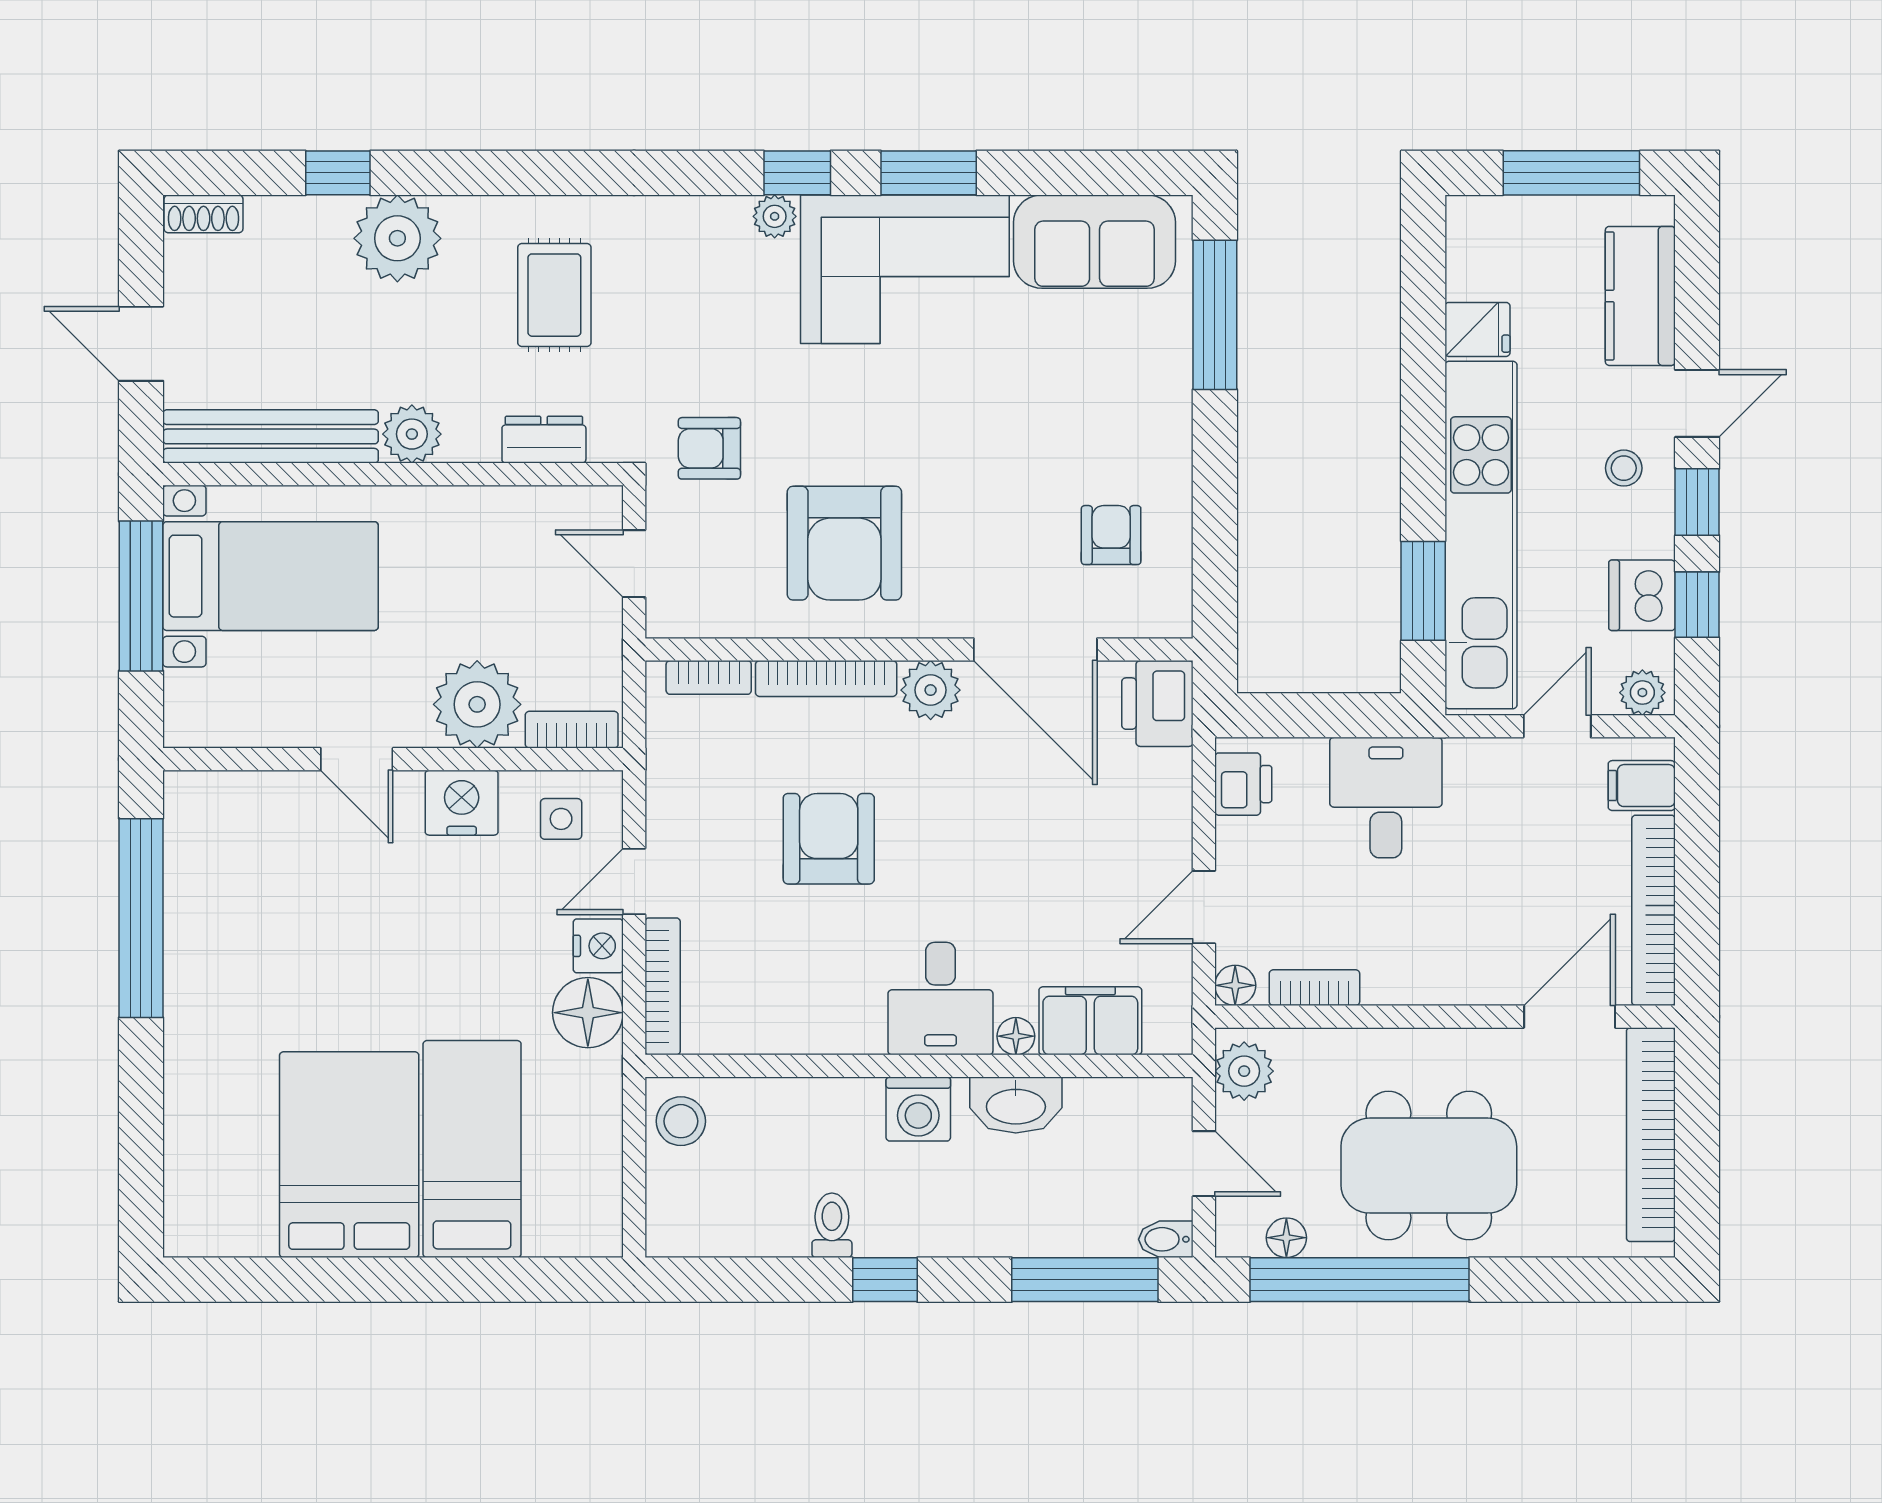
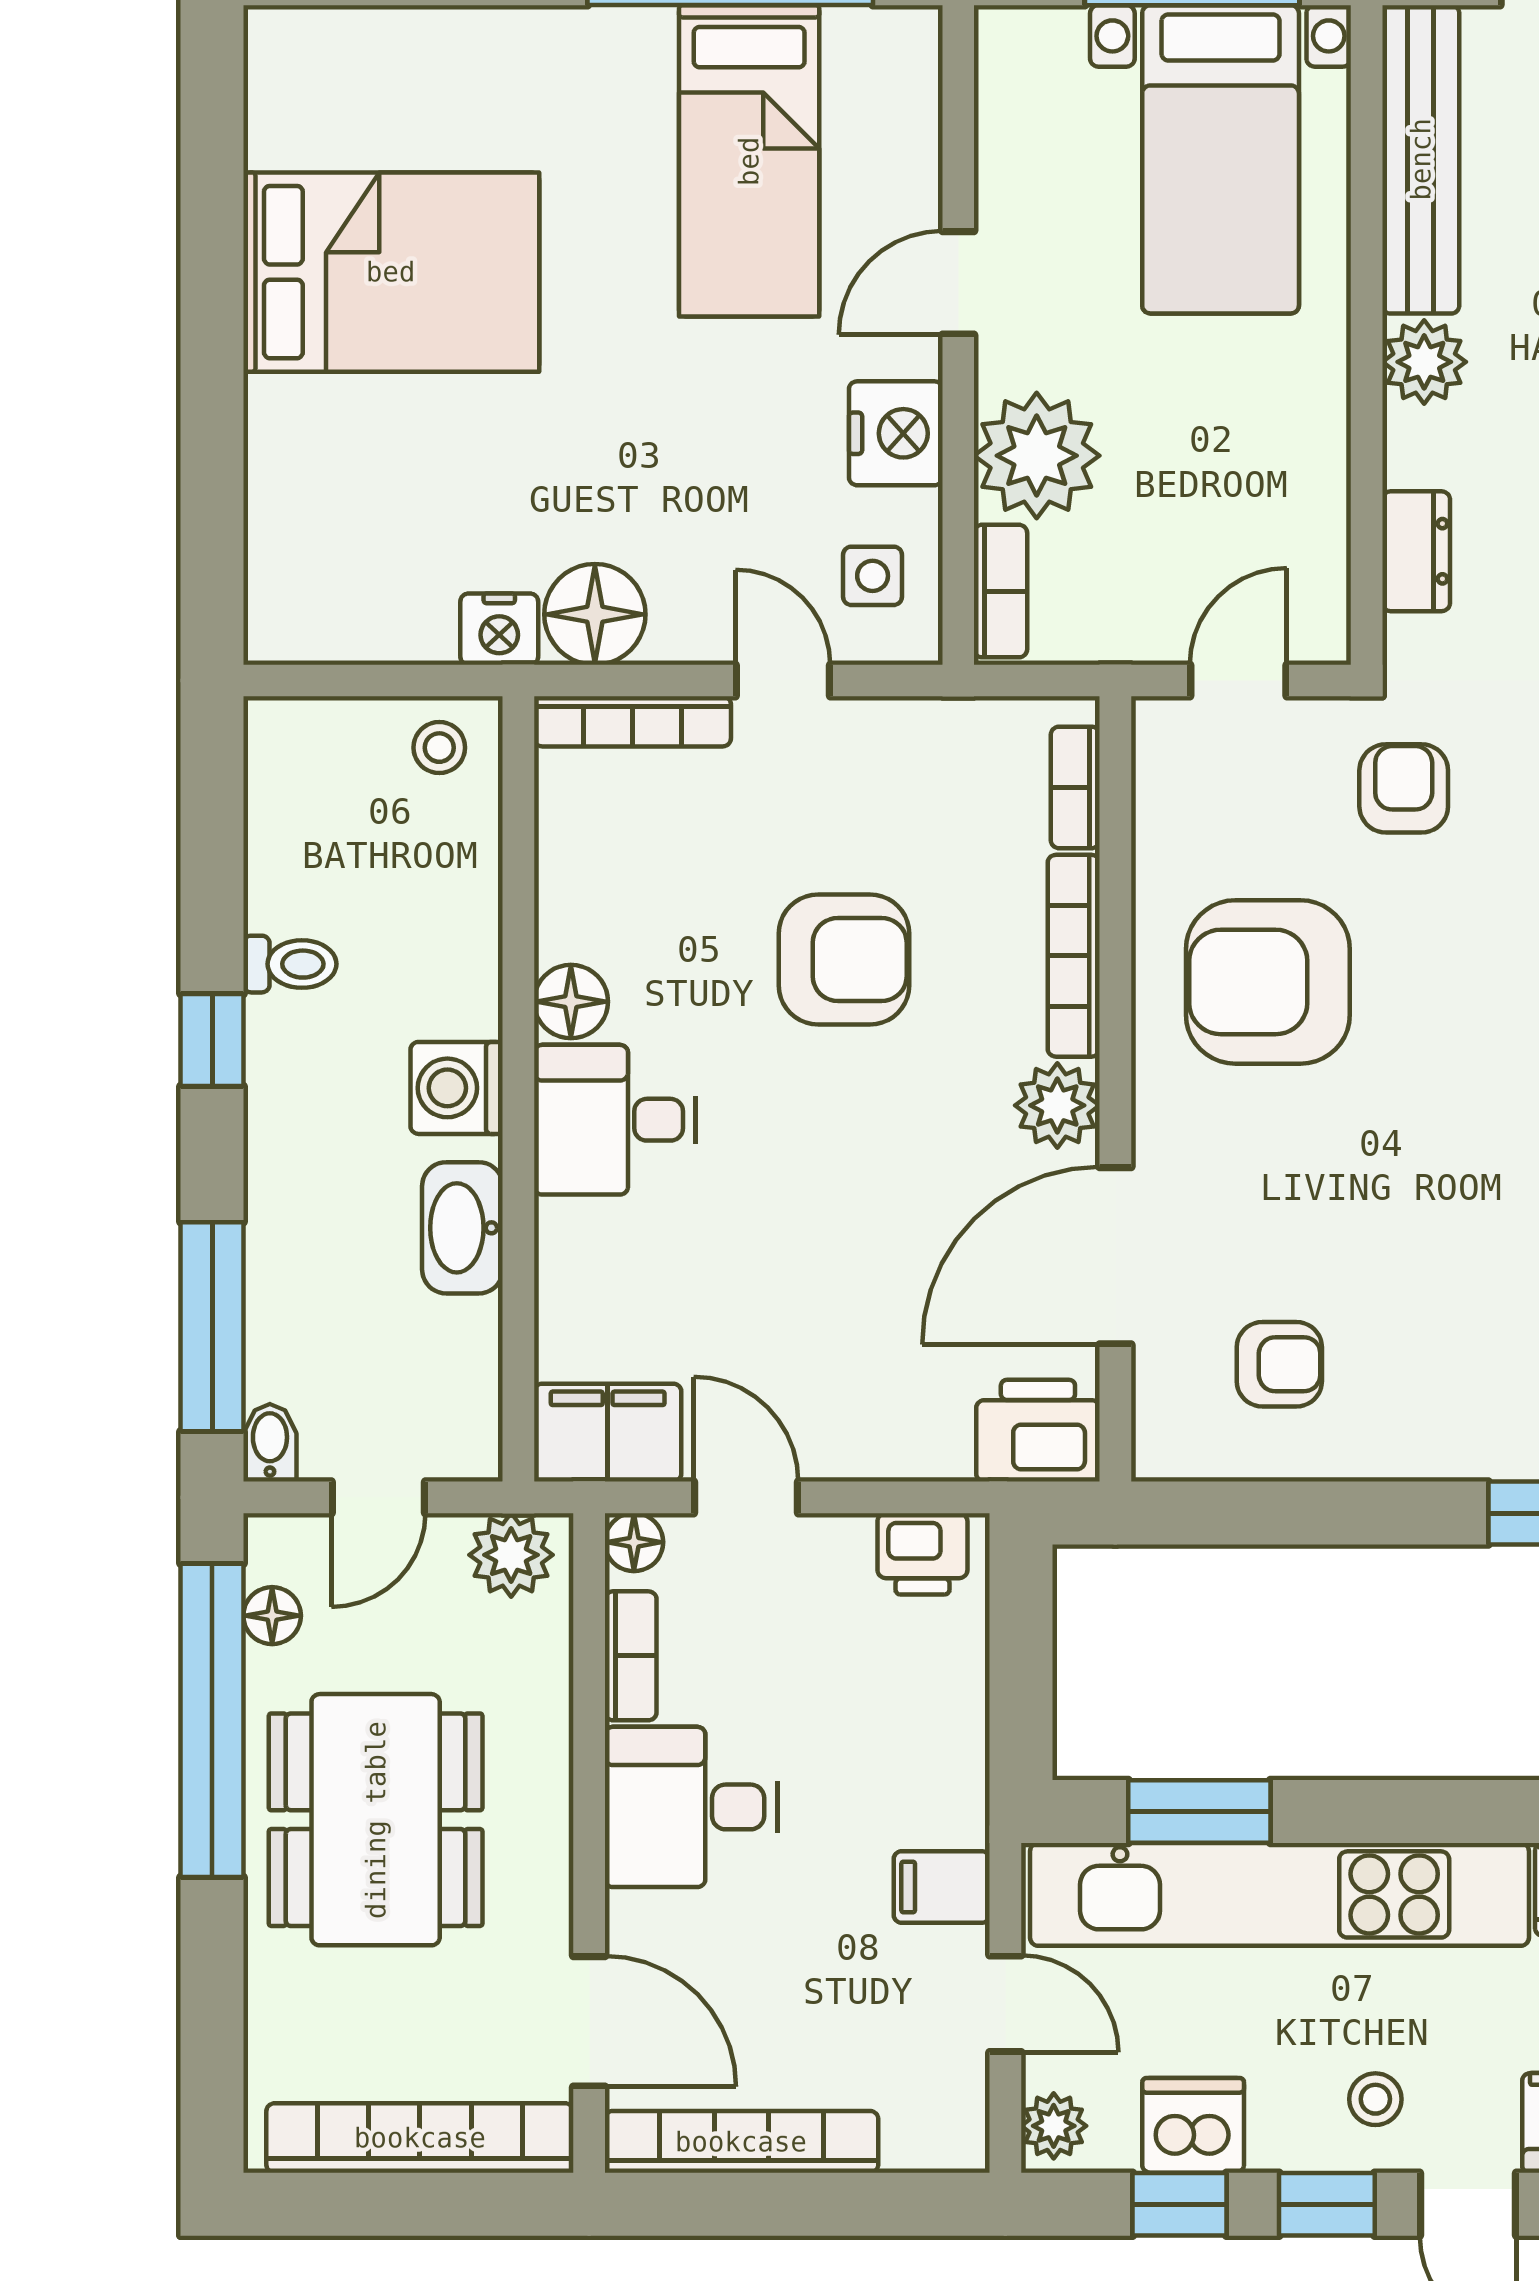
filing cabinet: (1642, 786) -> (942, 1887), moved, turned -90
desk: (1386, 798) -> (691, 1807), moved, turned 180
nightstand: (598, 946) -> (499, 629), moved
filing cabinet: (1090, 1021) -> (608, 1433), moved, turned -90
floor lamp: (1016, 1036) -> (571, 1002), moved, width x1.37, depth x1.37
stool: (681, 1121) -> (439, 748), width x0.73, depth x0.73
bed: (472, 1149) -> (749, 161), moved, turned 90

